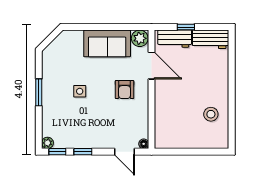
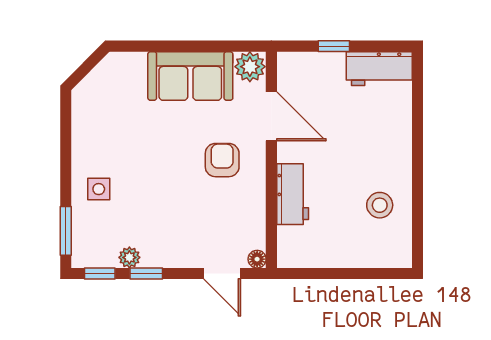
workbench: (175, 39) -> (293, 194), moved, turned -90
armchair: (125, 90) -> (222, 160), turned 180
side table: (80, 91) -> (99, 189), moved
window: (39, 92) -> (66, 231), moved
plant: (48, 143) -> (129, 257), moved

